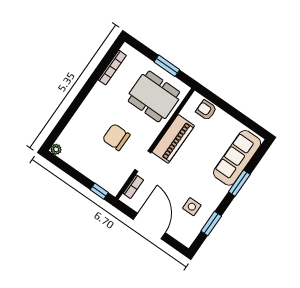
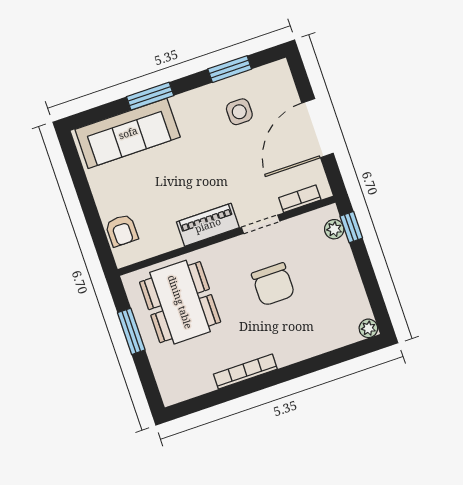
bookcase: (112, 68) -> (245, 372), moved
piano: (173, 139) -> (208, 225), width x0.73, depth x0.75
plant: (107, 184) -> (334, 229), added

